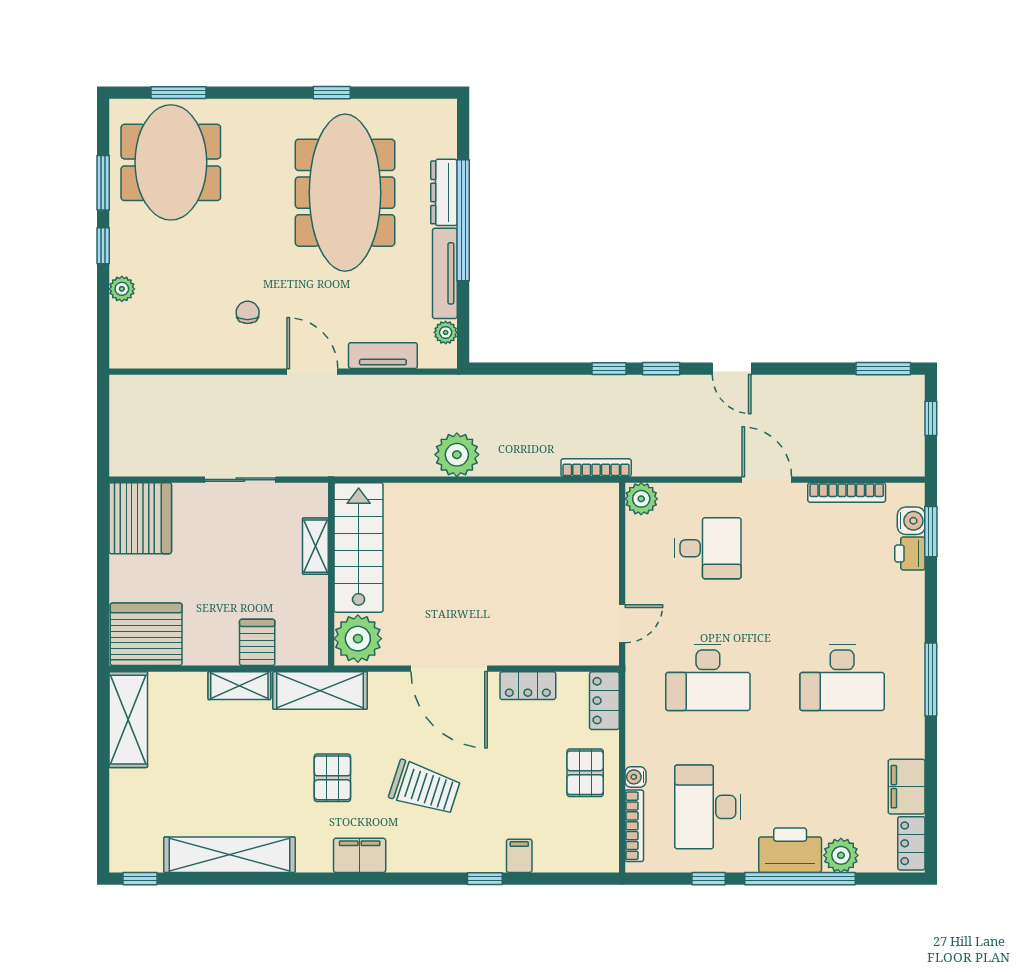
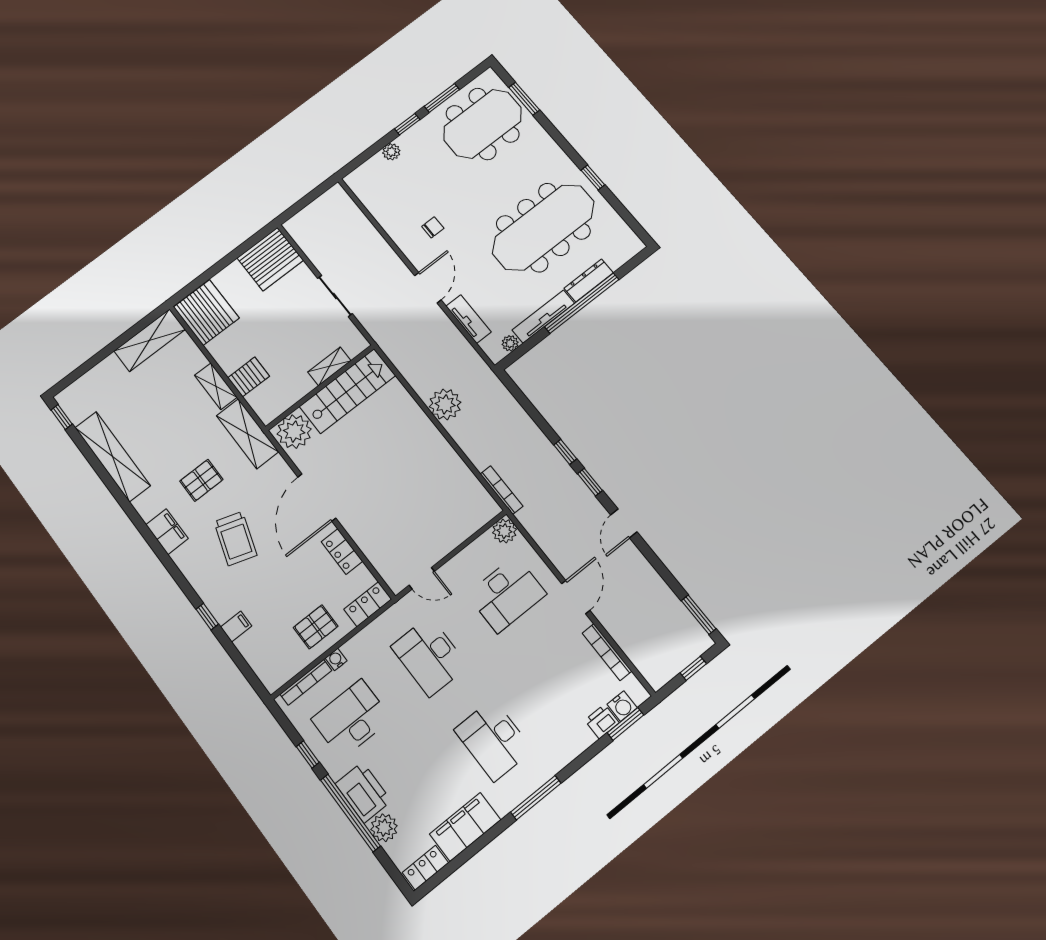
desk: (708, 548) -> (507, 594), width x1.37
filing cabinet: (907, 787) -> (465, 827), width x1.50, depth x1.17

